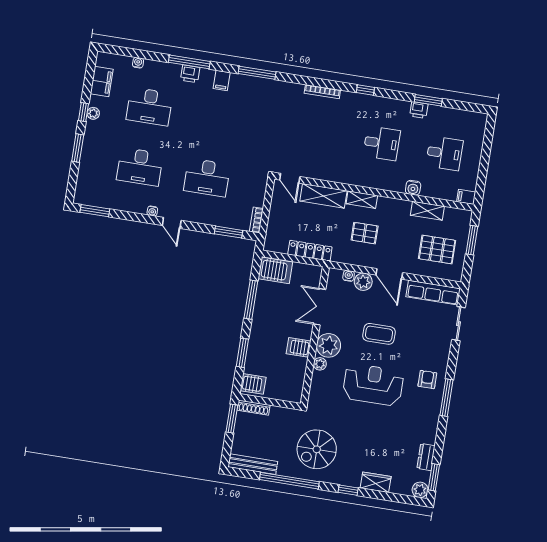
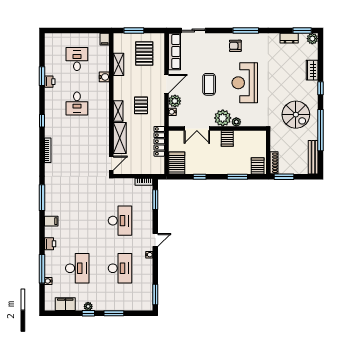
window: (189, 62) -> (42, 269), moved
desk: (382, 143) -> (77, 104), turned 180
window: (251, 300) -> (200, 177), width x0.46

